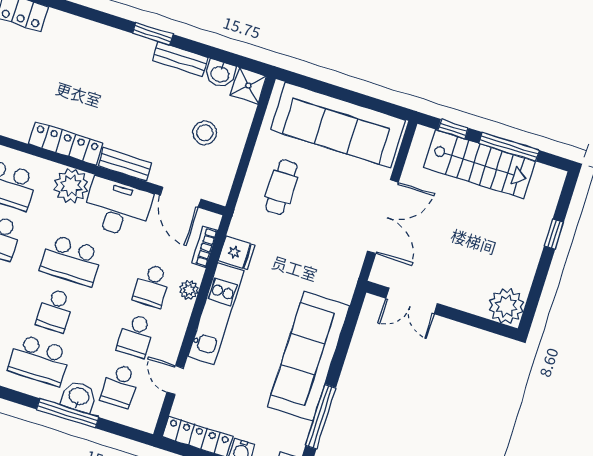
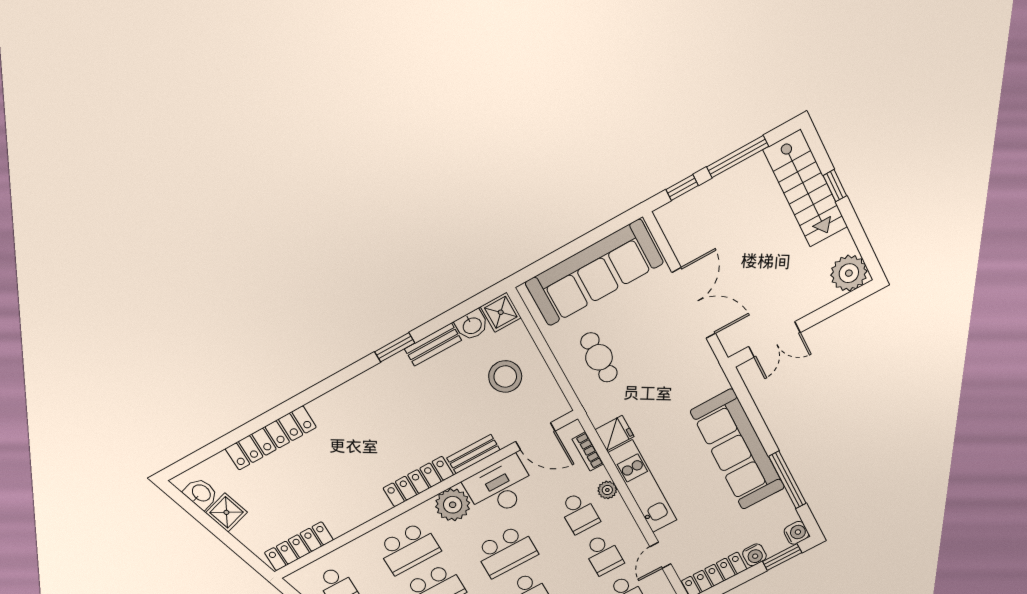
stool: (205, 133) -> (505, 376), width x1.38, depth x1.38
stairs: (480, 164) -> (805, 188), moved, turned 90
door: (175, 380) -> (660, 555), hinge flipped

